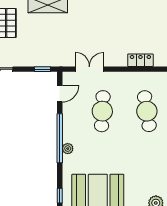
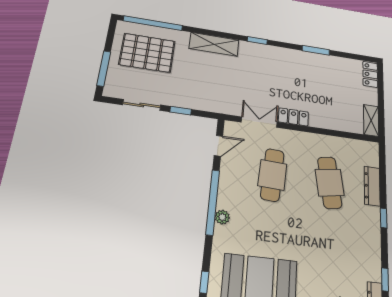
locker: (140, 60) -> (293, 117), moved
window: (43, 69) -> (181, 111), moved

